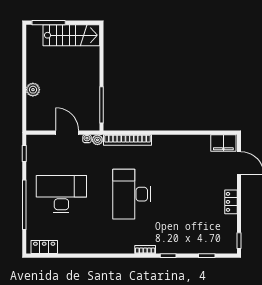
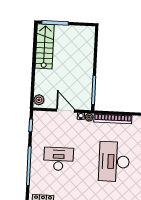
stairs: (71, 35) -> (45, 46), moved, turned -90
plant: (33, 90) -> (39, 100), moved
desk: (61, 194) -> (59, 159), width x0.73, depth x0.77

